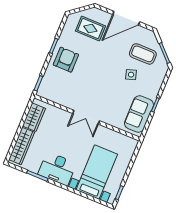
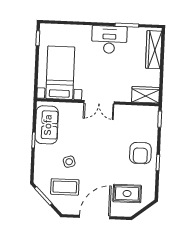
wardrobe: (34, 117) -> (146, 95), moved, turned 90
double door: (86, 117) -> (99, 102), swing flipped
bed with nightstands: (97, 172) -> (60, 73), moved, turned 180

